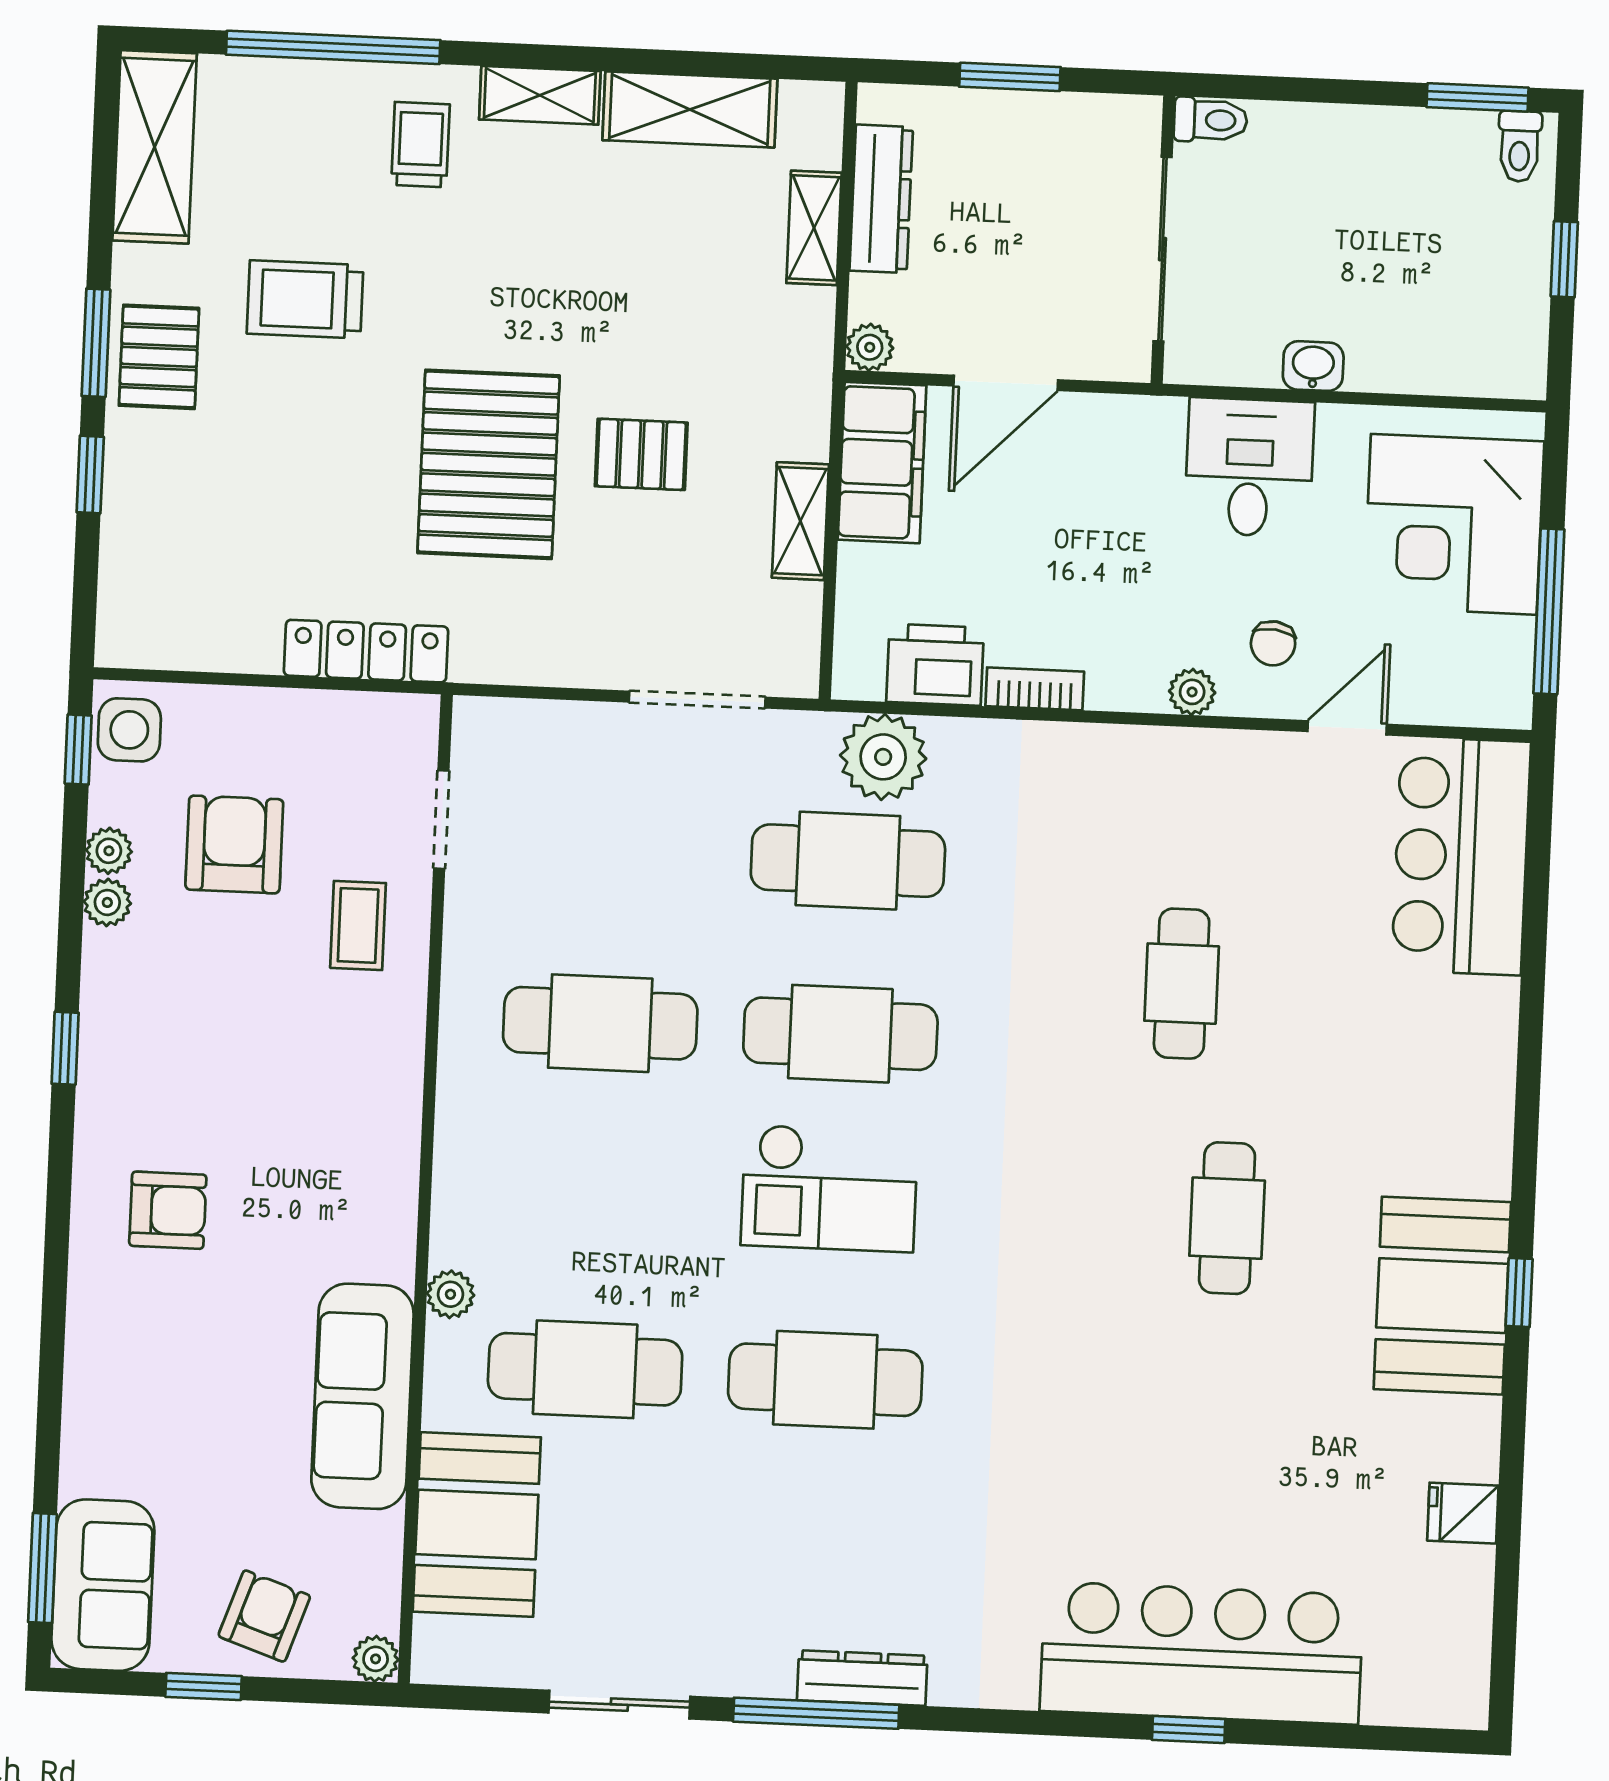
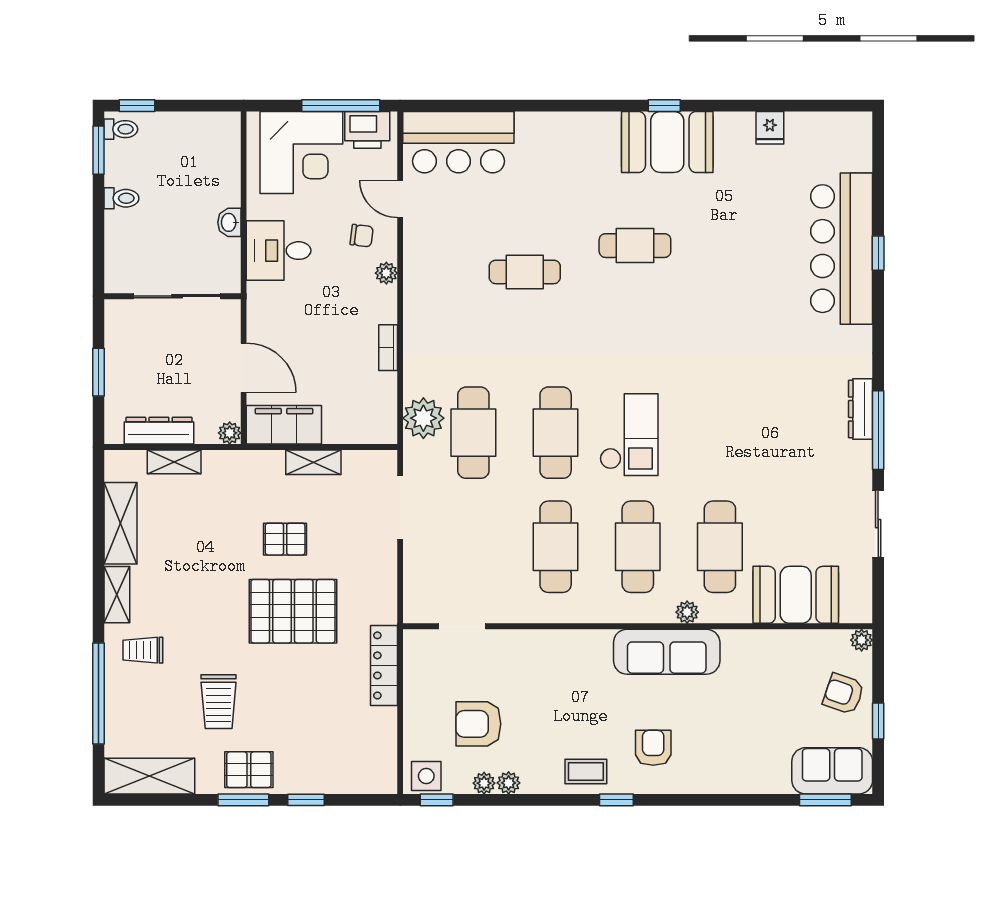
toilet: (1210, 120) -> (121, 198), moved, turned 90
window: (1564, 259) -> (137, 106), moved
pallet: (641, 454) -> (285, 539), turned 90
printer: (935, 665) -> (367, 130), moved, turned -90
coffee table: (358, 925) -> (586, 772), moved
window: (65, 1048) -> (616, 800), moved
cafe table: (825, 1380) -> (638, 547), moved
sofa: (362, 1396) -> (667, 652), moved

